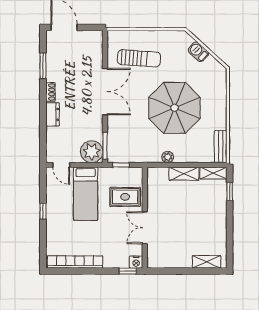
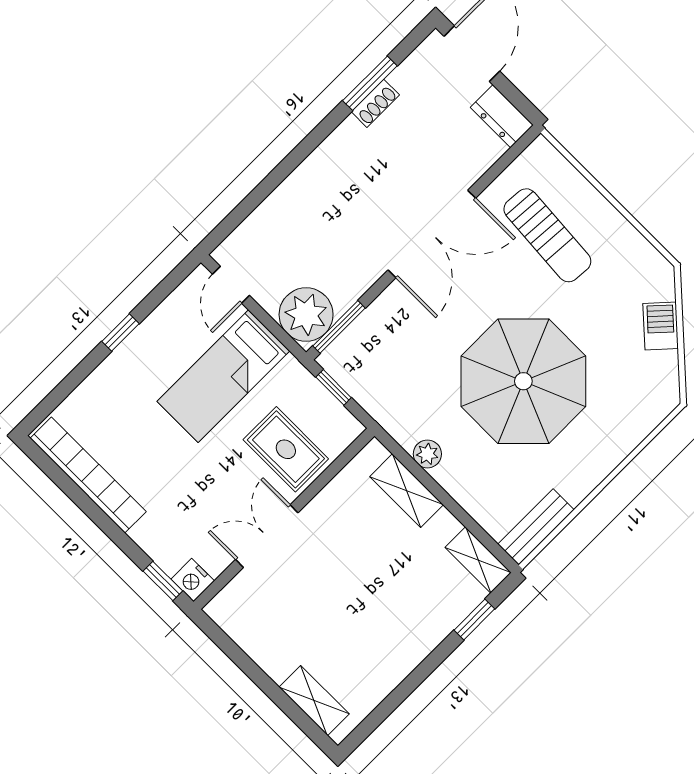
shoe rack: (50, 92) -> (375, 103), moved
dresser: (52, 114) -> (502, 116), moved, turned 90
shelving: (184, 174) -> (407, 491), moved

